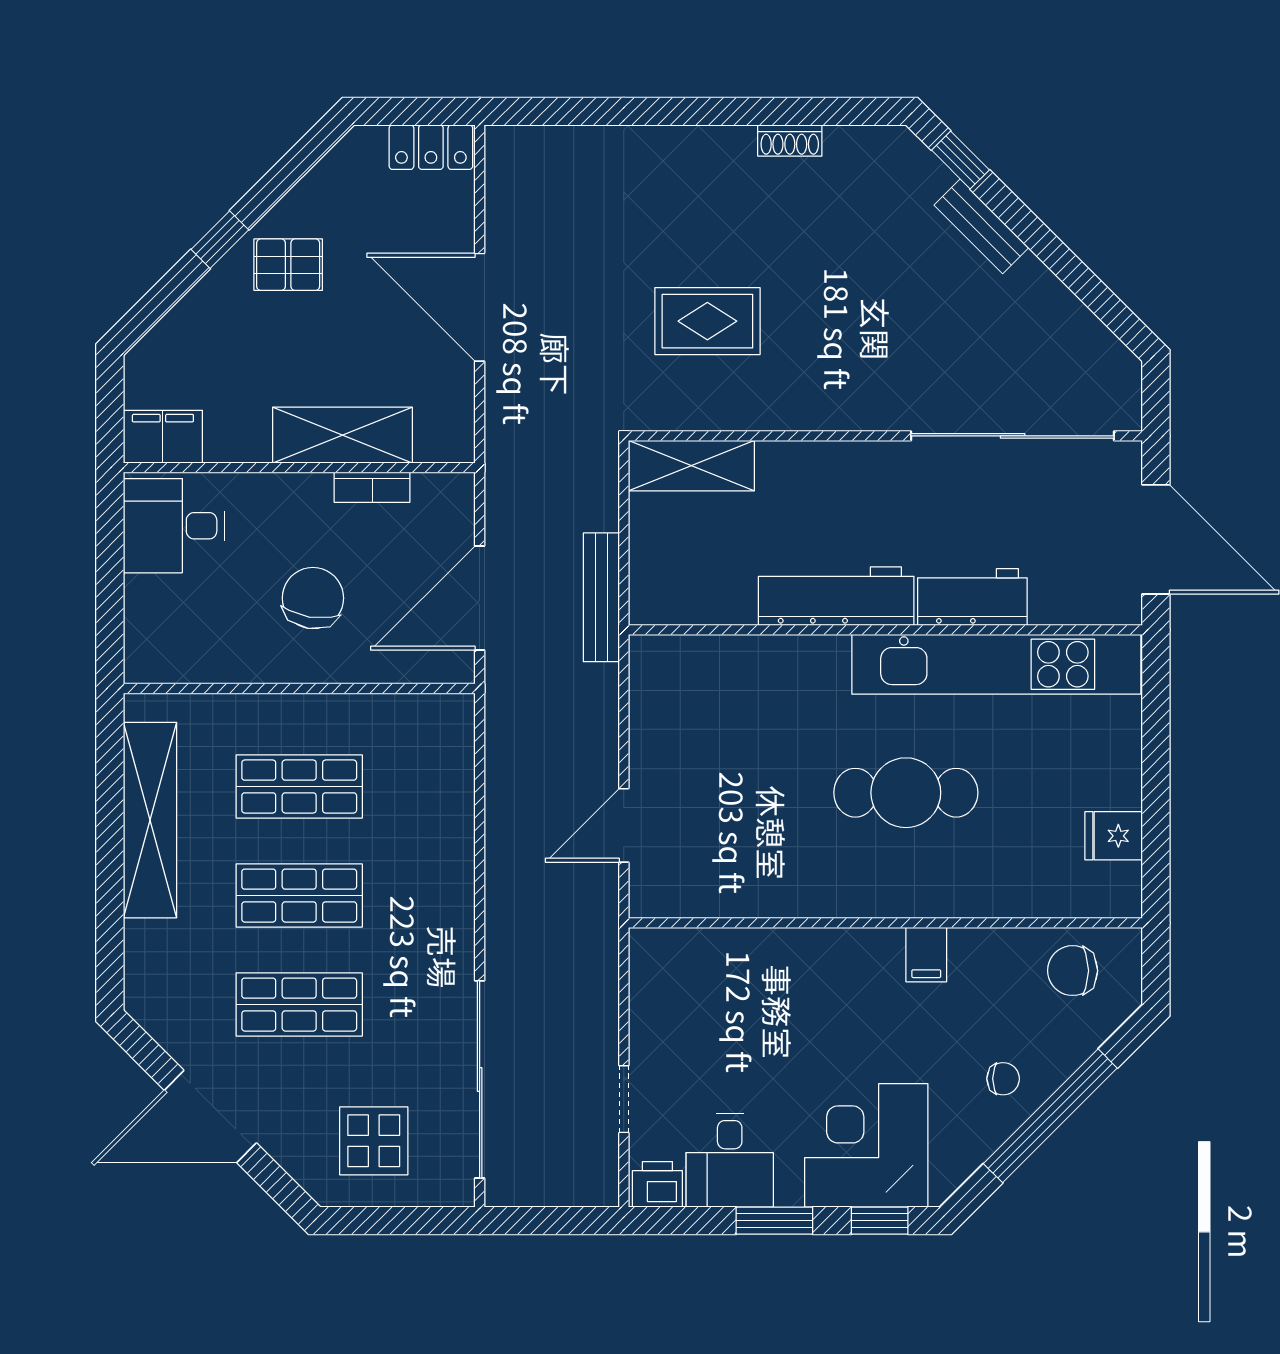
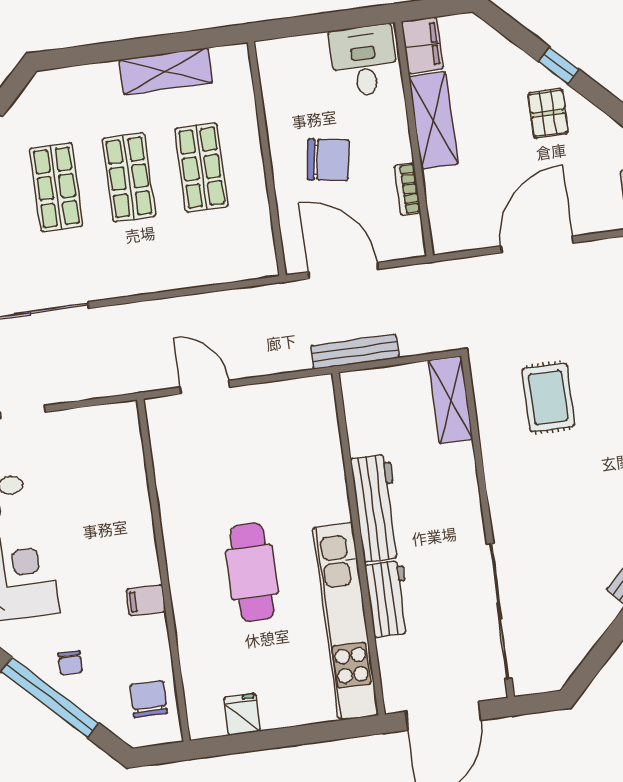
shelving: (342, 435) -> (433, 120), moved
shelving: (150, 820) -> (166, 71), width x0.68

